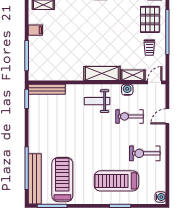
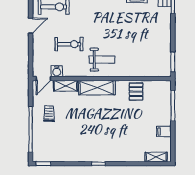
pallet: (150, 19) -> (136, 91), moved, width x0.67, depth x0.71
bench: (47, 89) -> (153, 72), removed
water cooler: (127, 90) -> (57, 71), moved
door: (167, 116) -> (31, 26), moved

